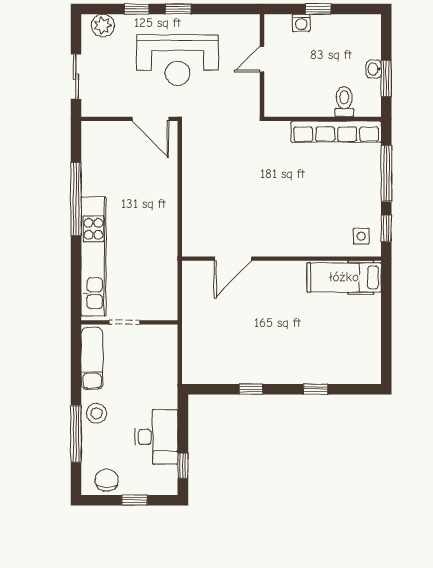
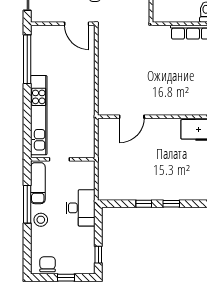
window: (76, 199) -> (27, 59), moved
window: (315, 389) -> (171, 204), moved
window: (76, 434) -> (27, 204), moved
desk: (156, 437) -> (81, 208), moved

